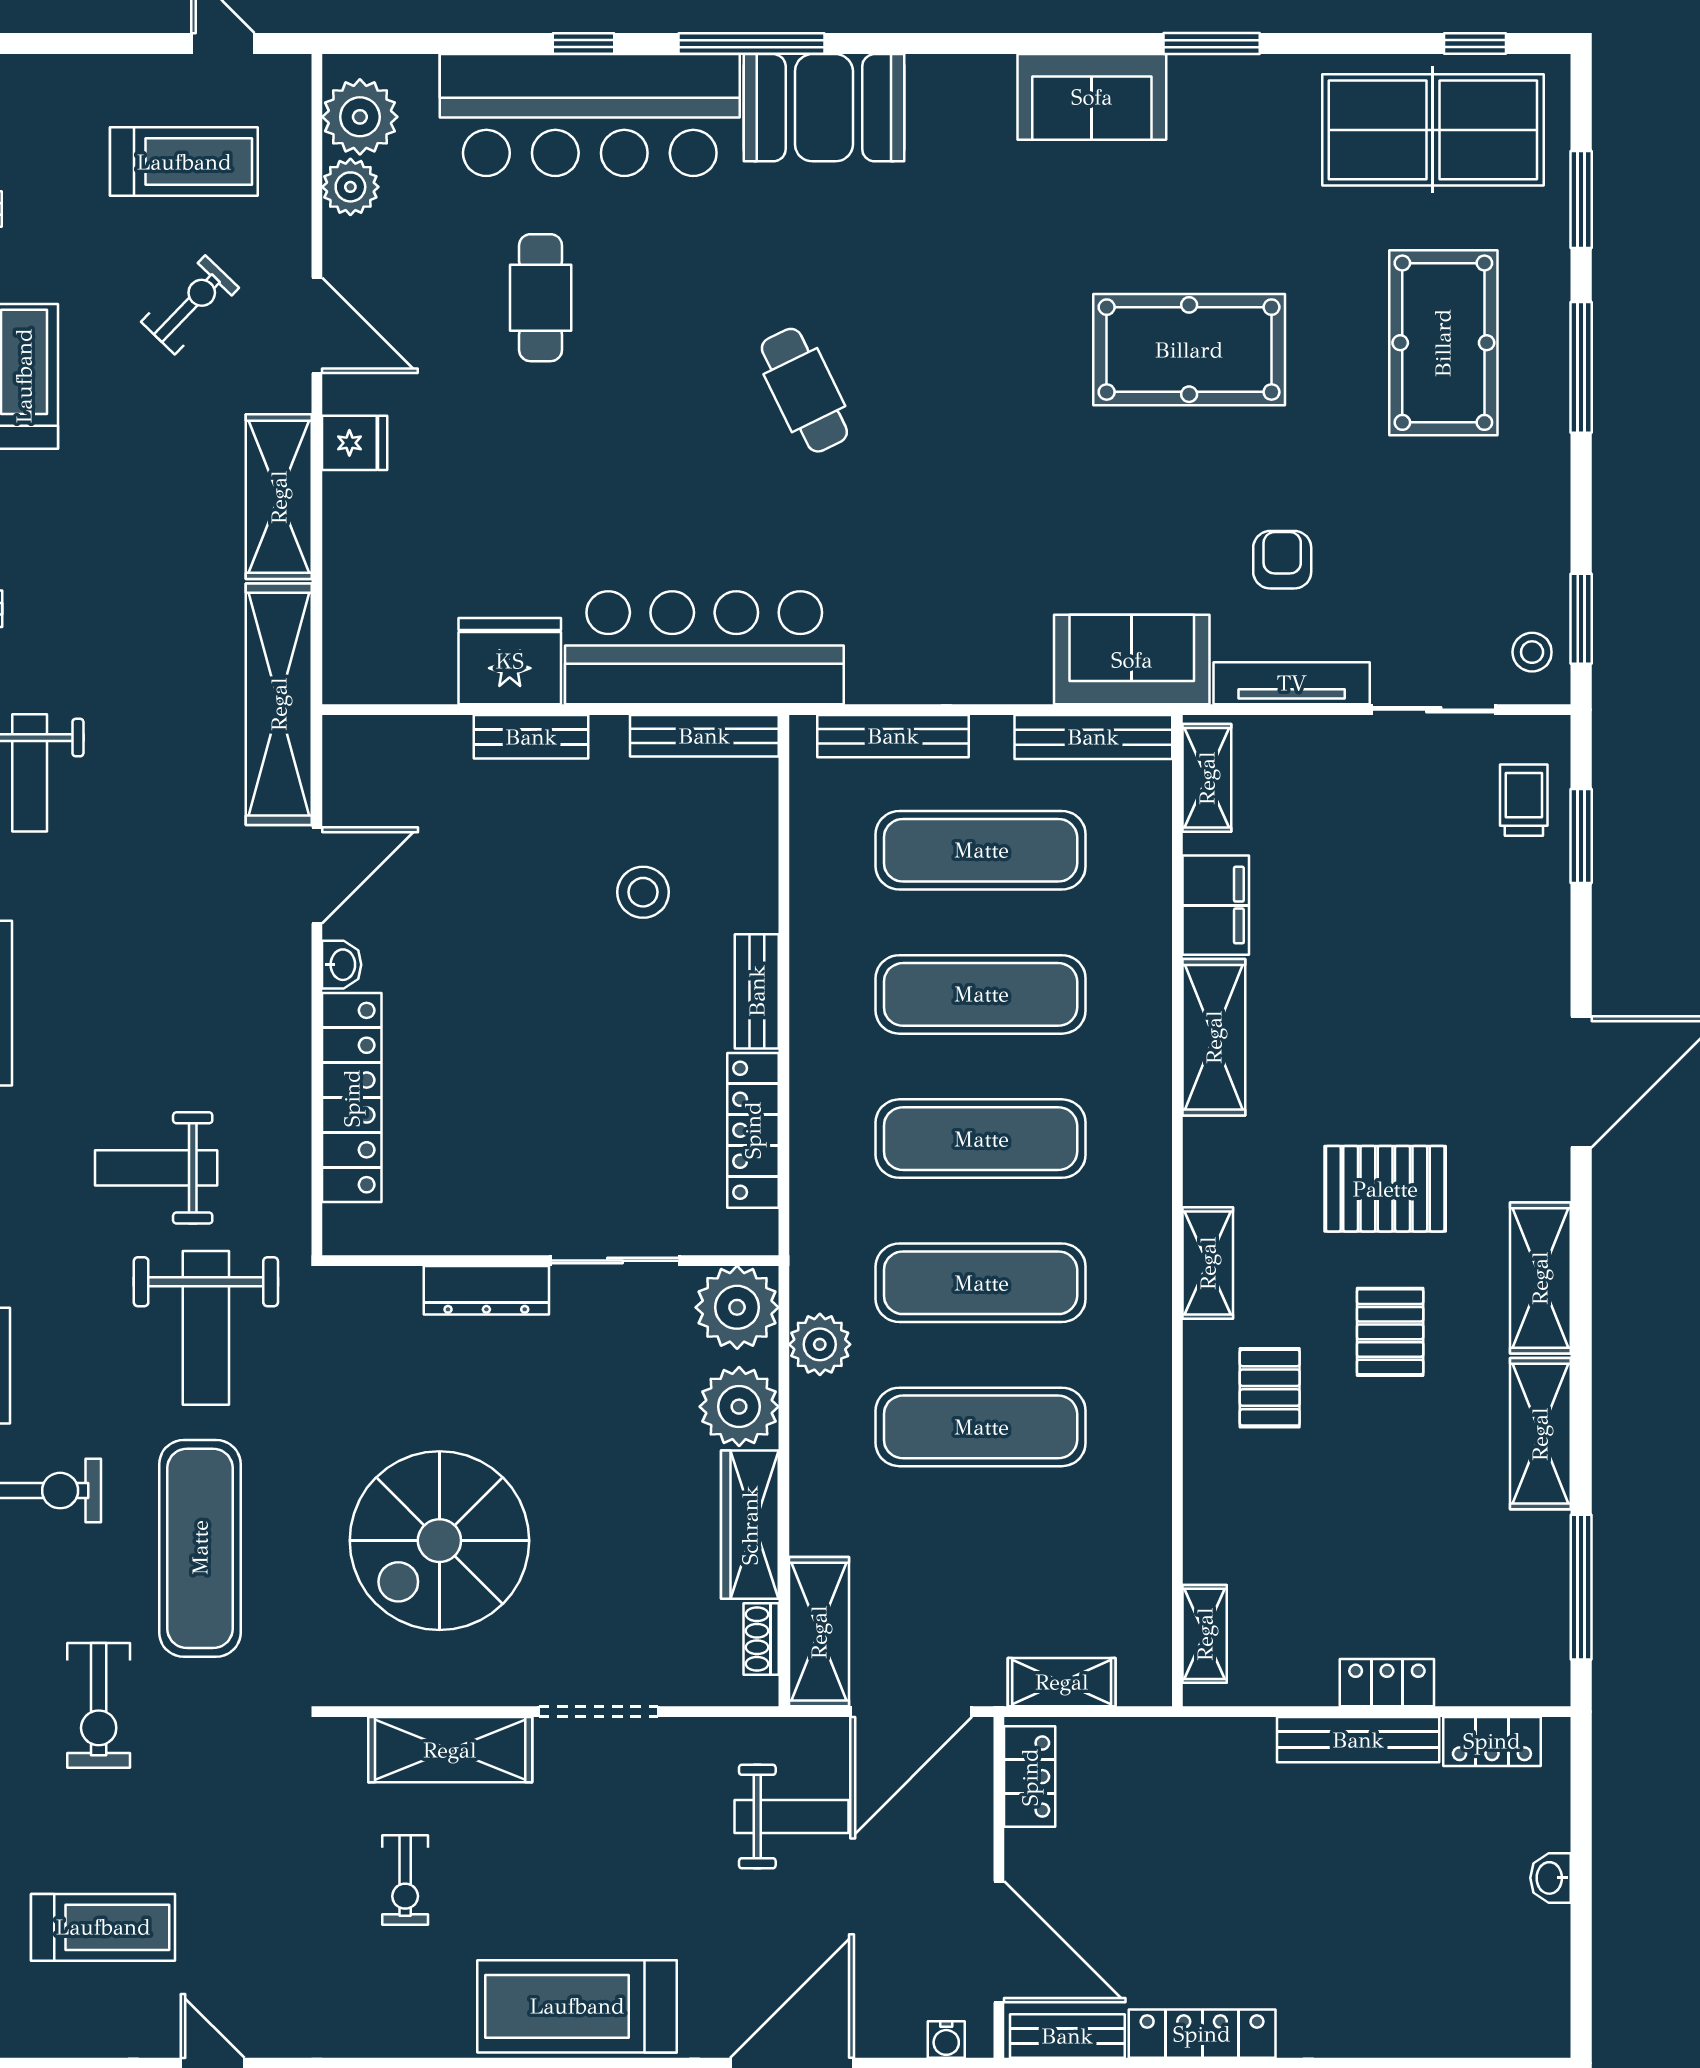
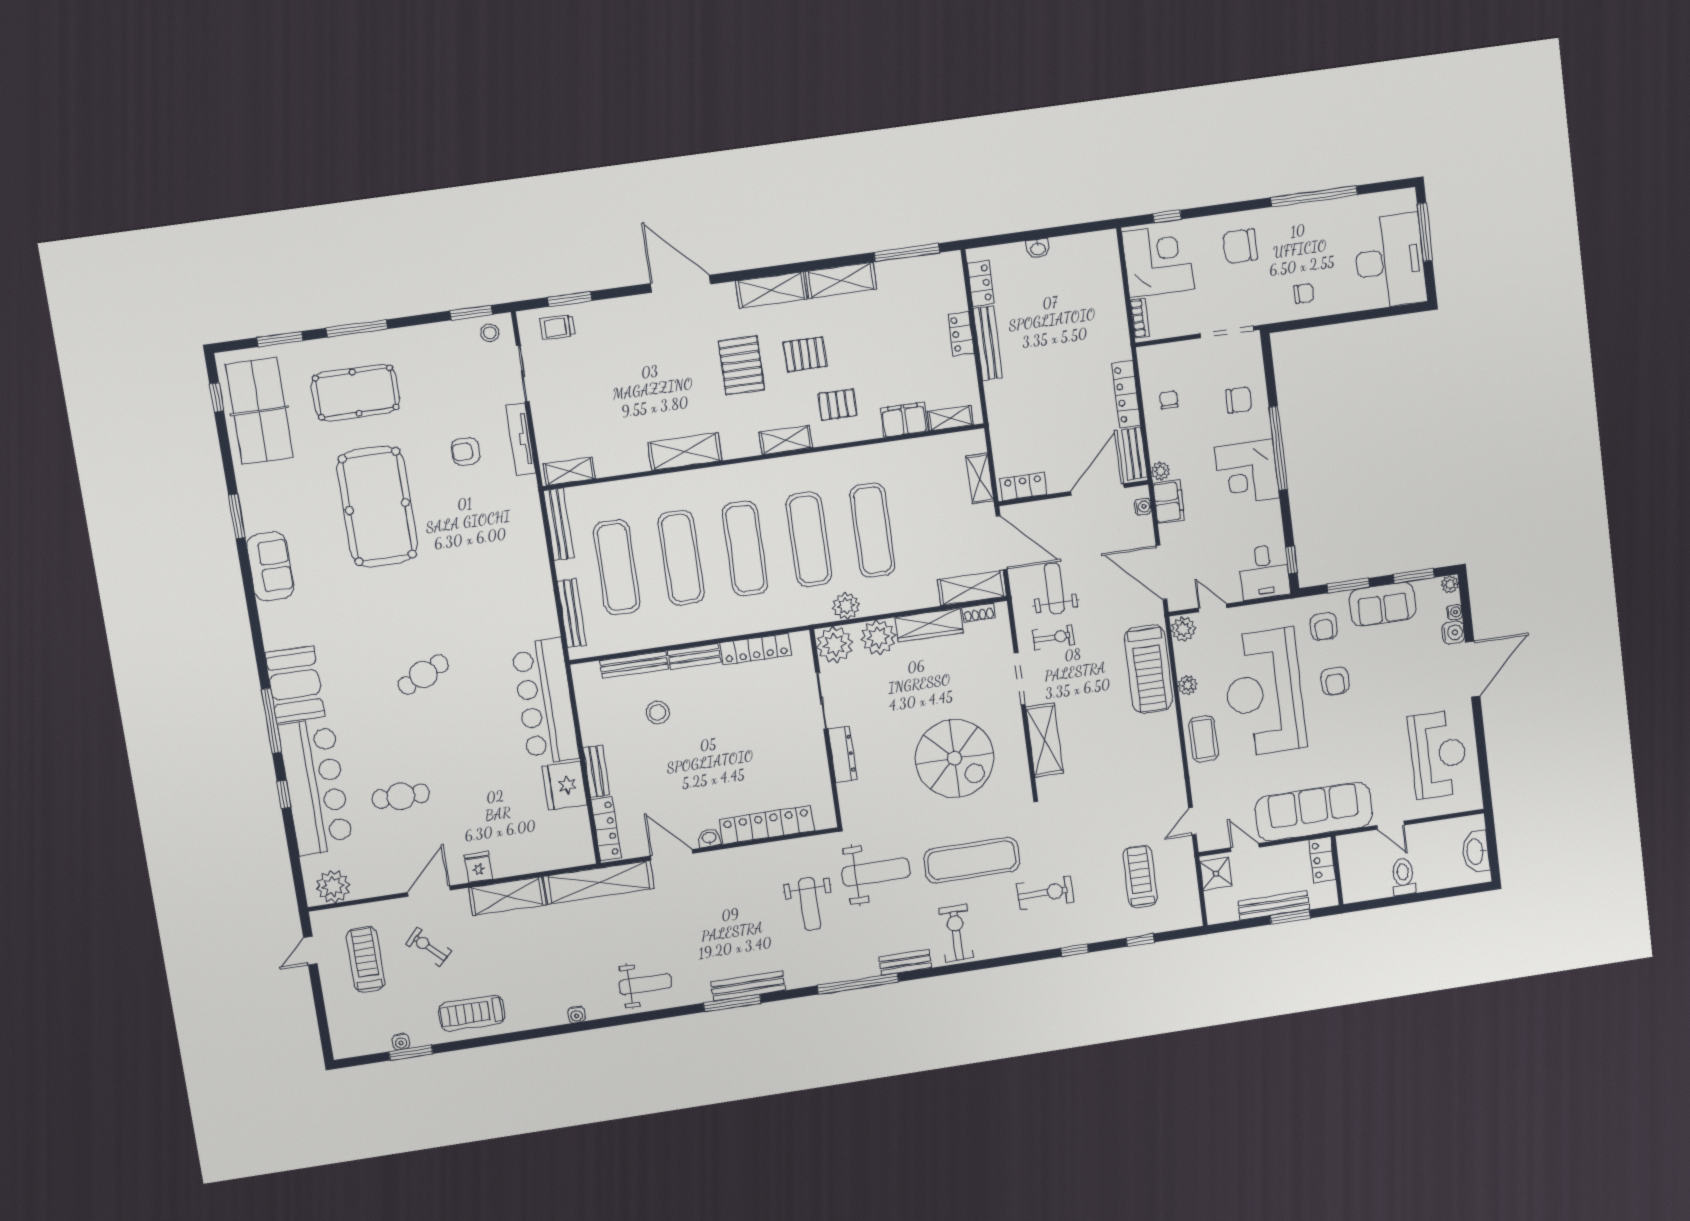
plant: (350, 187) -> (365, 886), removed
pool table: (1189, 350) -> (377, 507), width x1.36, depth x1.32
sofa: (1132, 660) -> (521, 512), removed
bench: (704, 736) -> (634, 665), moved, turned 90
locker: (398, 739) -> (606, 829), added
filing cabinet: (1216, 905) -> (904, 420), moved
exercise bike: (405, 1880) -> (1054, 637), moved

